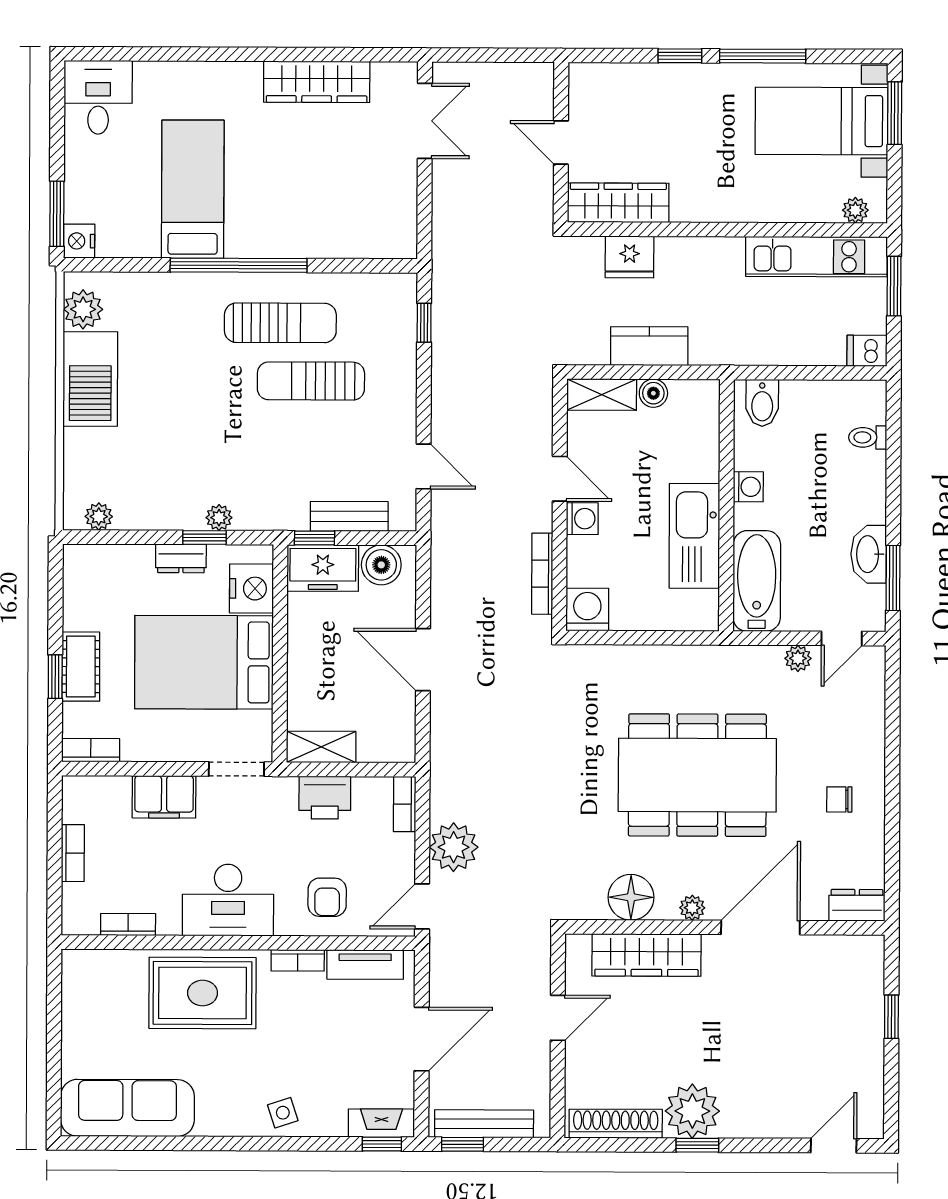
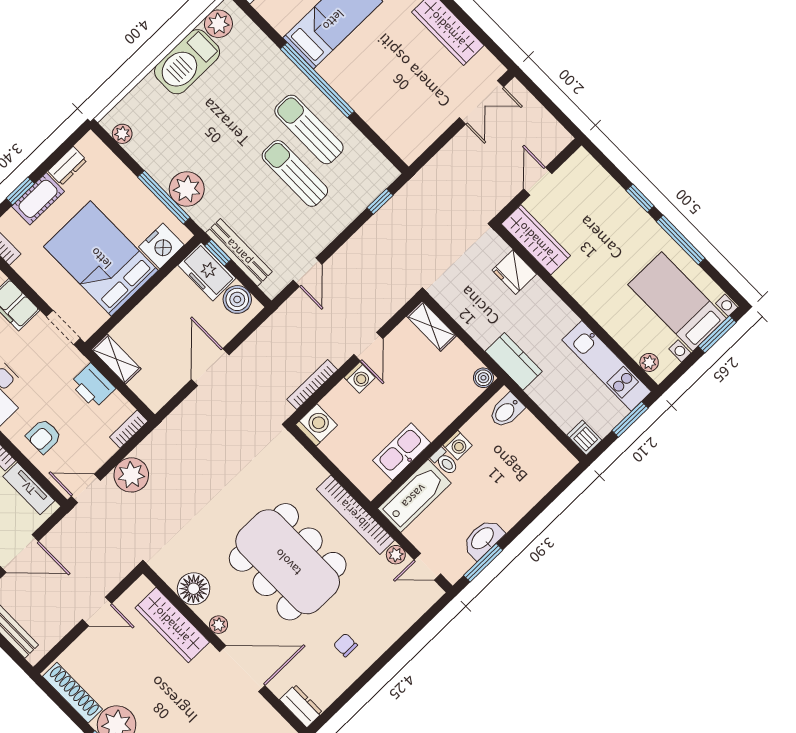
sun lounger: (280, 323) -> (309, 129), turned 180
kitchen counter: (649, 346) -> (514, 361), moved
boiler: (653, 393) -> (483, 378), moved
toilet: (868, 437) -> (445, 462), moved, turned 180
bench: (349, 516) -> (239, 252), width x1.36
plant: (219, 518) -> (187, 189), width x1.88, depth x1.88
kitchen sink: (694, 536) -> (402, 452), width x0.73, depth x0.81
window: (205, 537) -> (164, 197), width x2.17
dresser: (181, 558) -> (67, 166), moved, turned -90
bookcase: (717, 660) -> (355, 515), added

